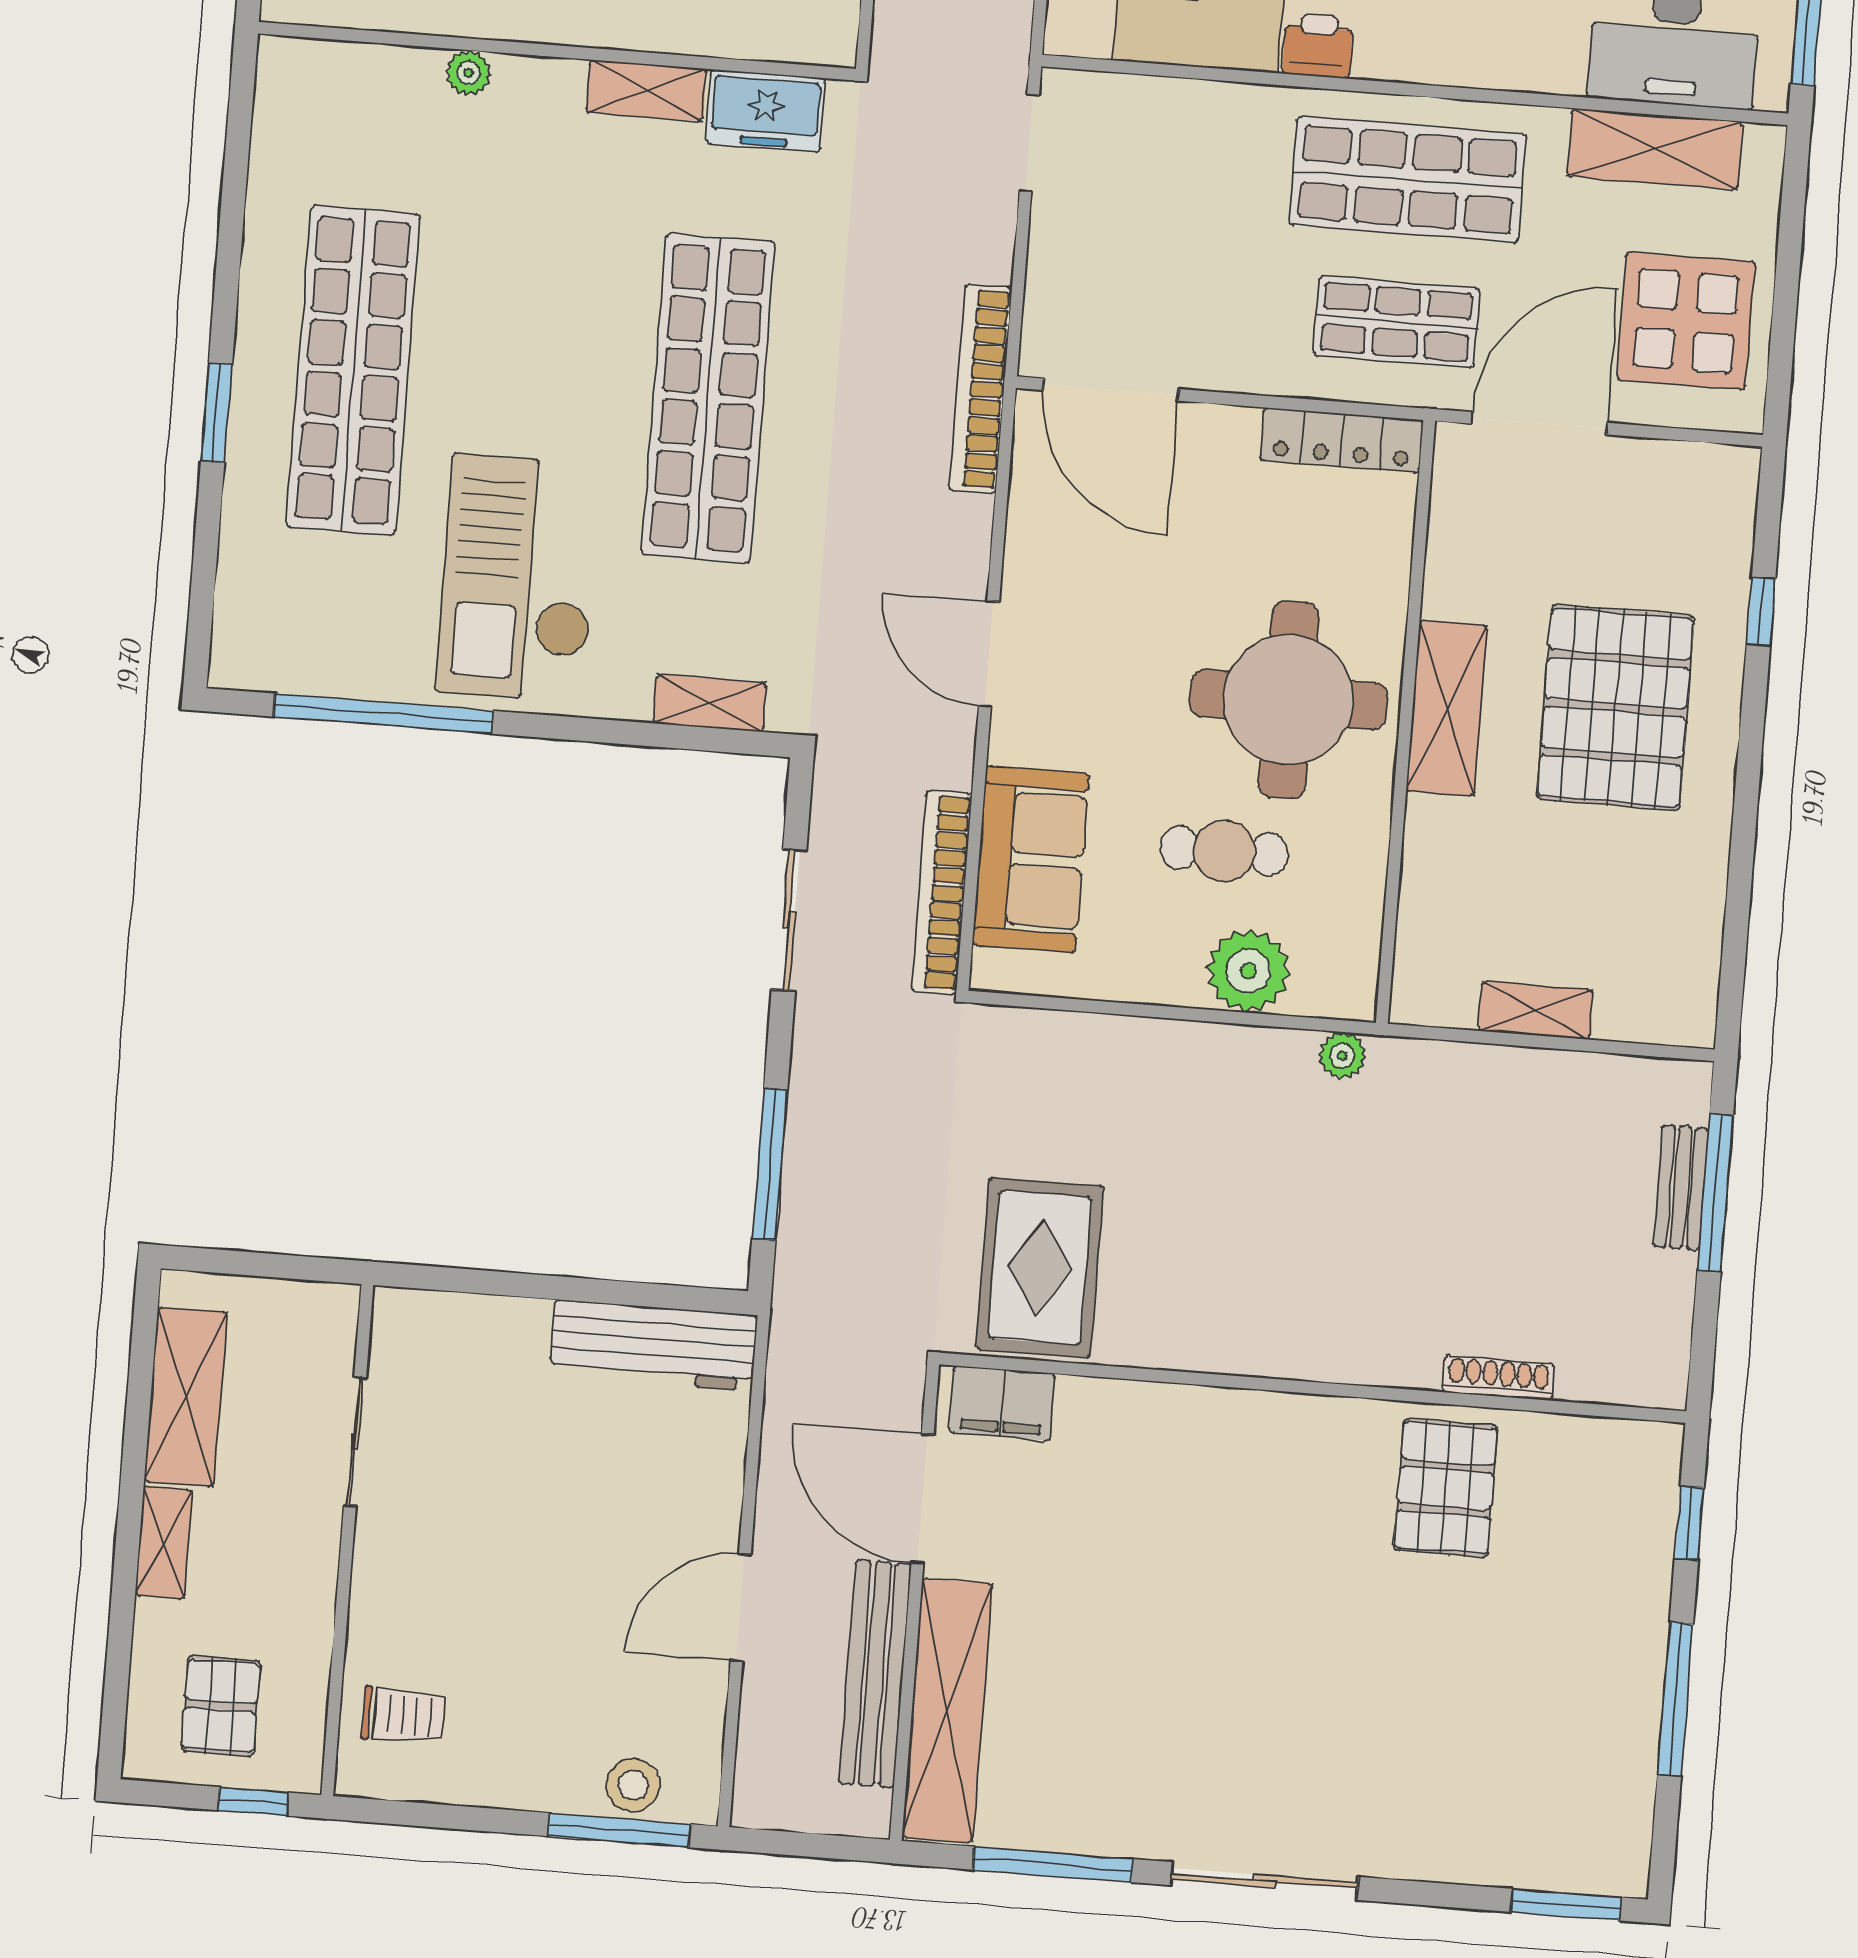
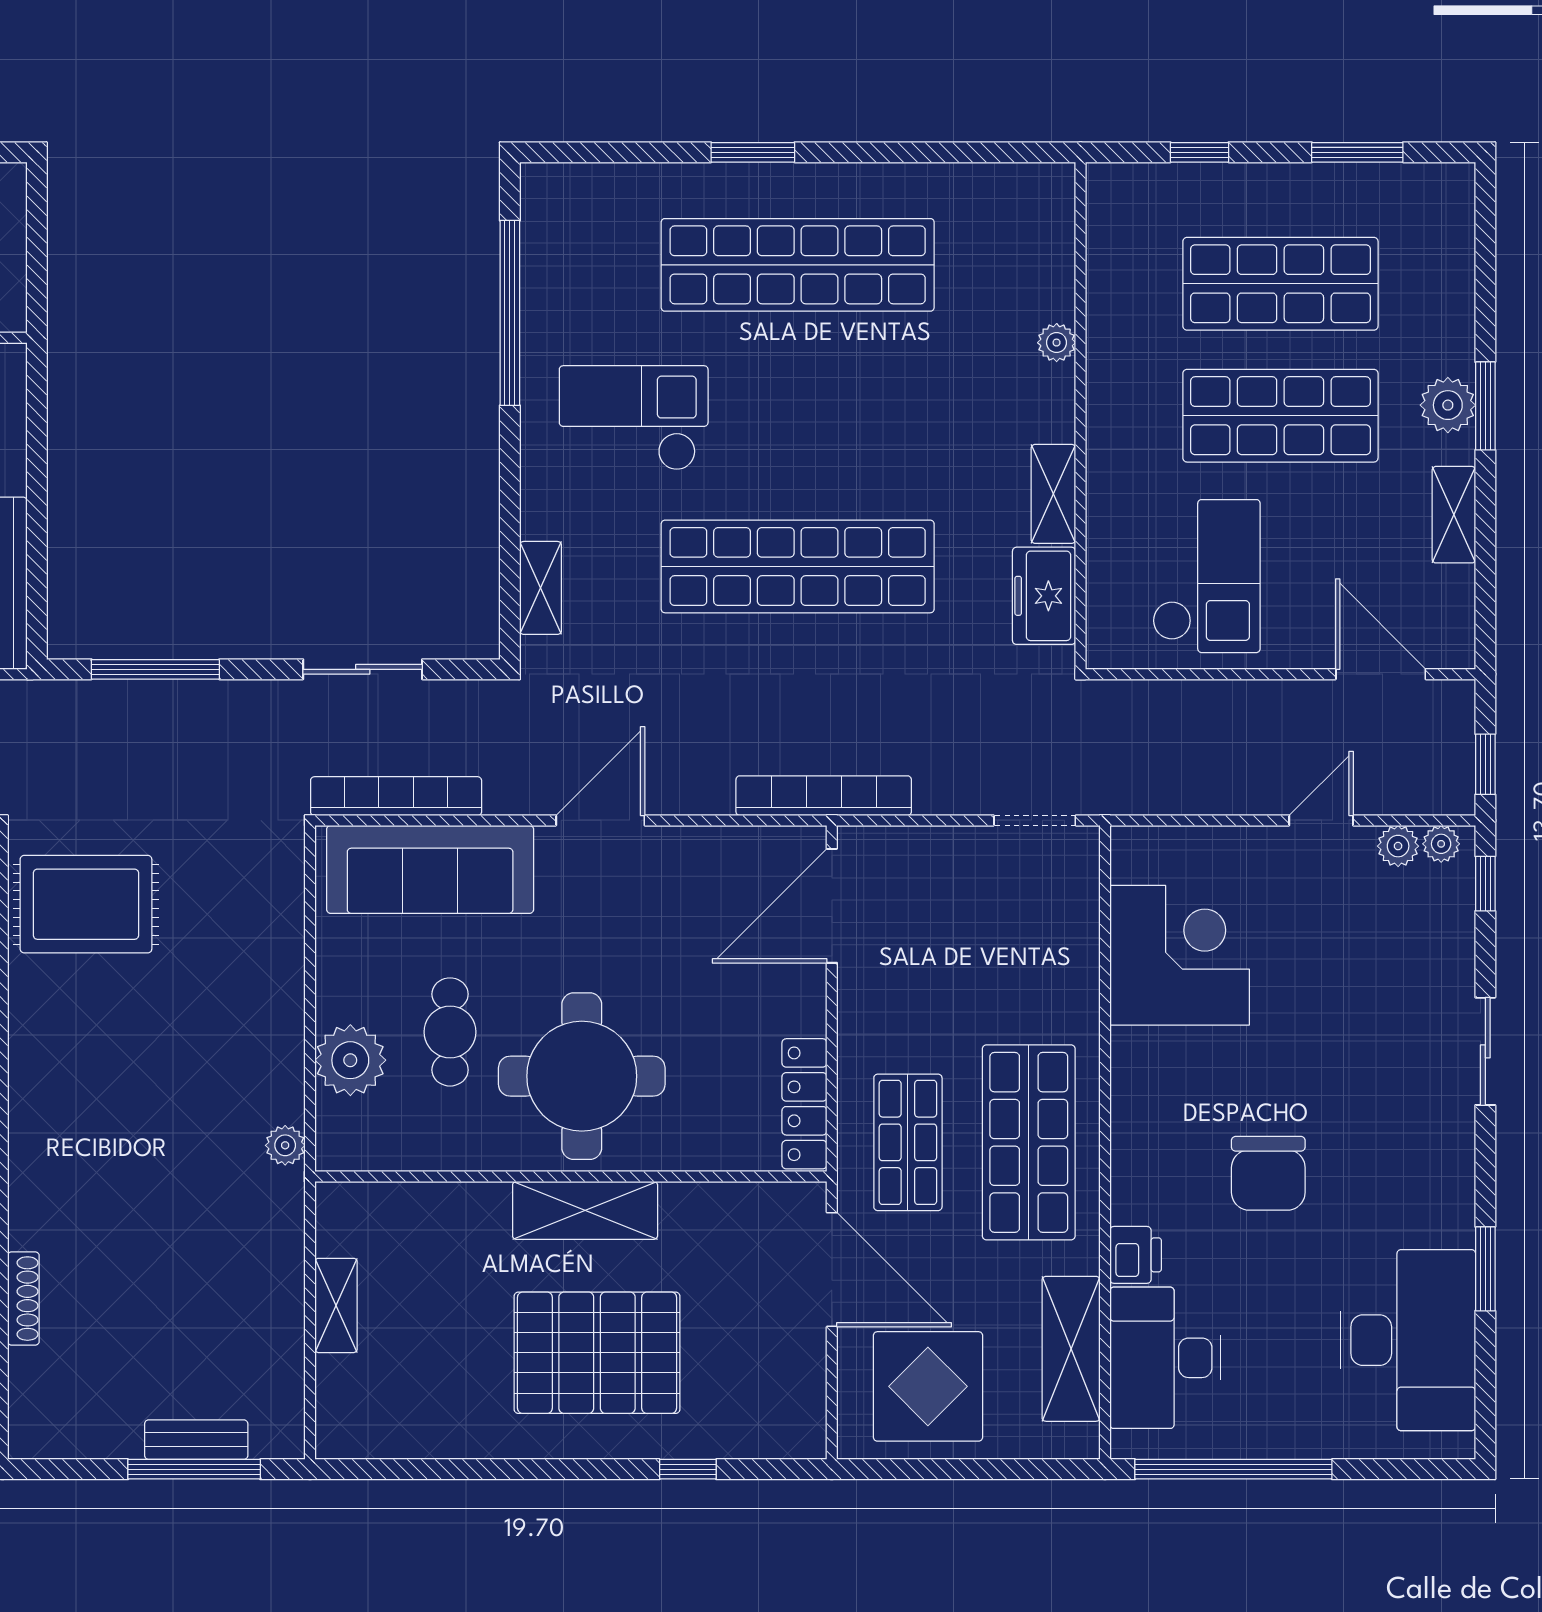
printer: (1318, 46) -> (1136, 1255), moved
checkout: (518, 578) -> (634, 418), width x0.73, depth x0.83
sofa: (1031, 859) -> (430, 869), width x1.36

